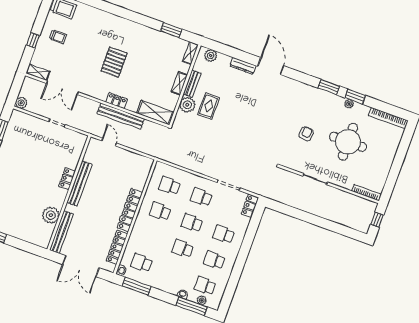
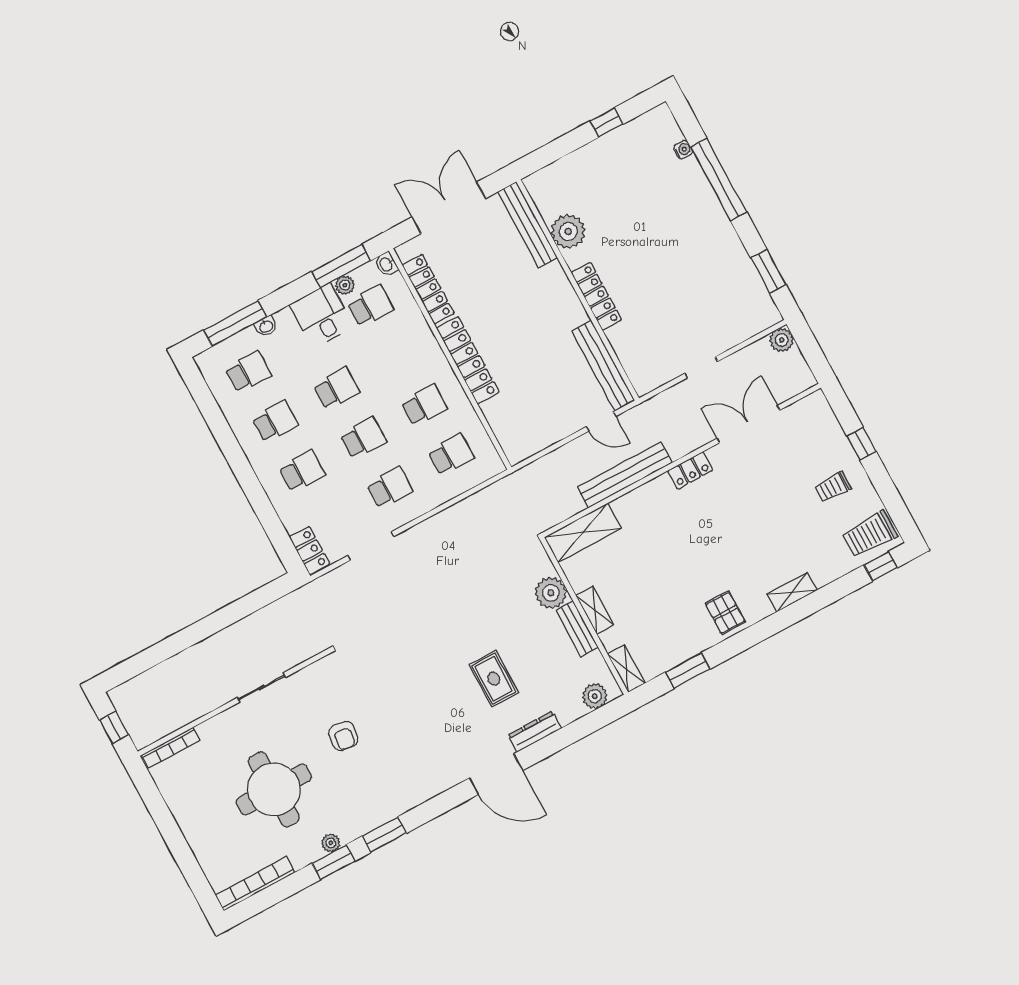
pallet: (114, 62) -> (725, 613), moved, width x0.67, depth x0.71
shelving: (38, 72) -> (792, 592), moved
locker: (116, 101) -> (690, 470), moved
rug: (209, 106) -> (494, 679), moved
locker: (67, 179) -> (596, 296), width x1.53
bench: (79, 183) -> (603, 366), moved
desk: (161, 277) -> (322, 316), added
plant: (202, 300) -> (345, 285), moved

